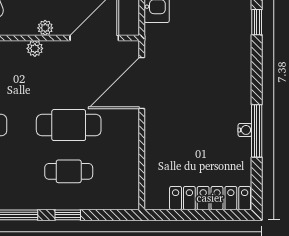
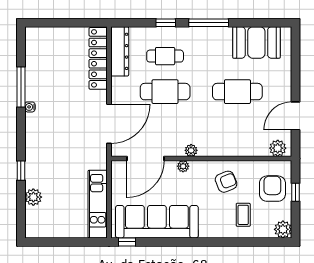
water cooler: (245, 130) -> (30, 107), moved
dresser: (128, 178) -> (120, 51), added
locker: (210, 198) -> (98, 58), moved, turned 90

